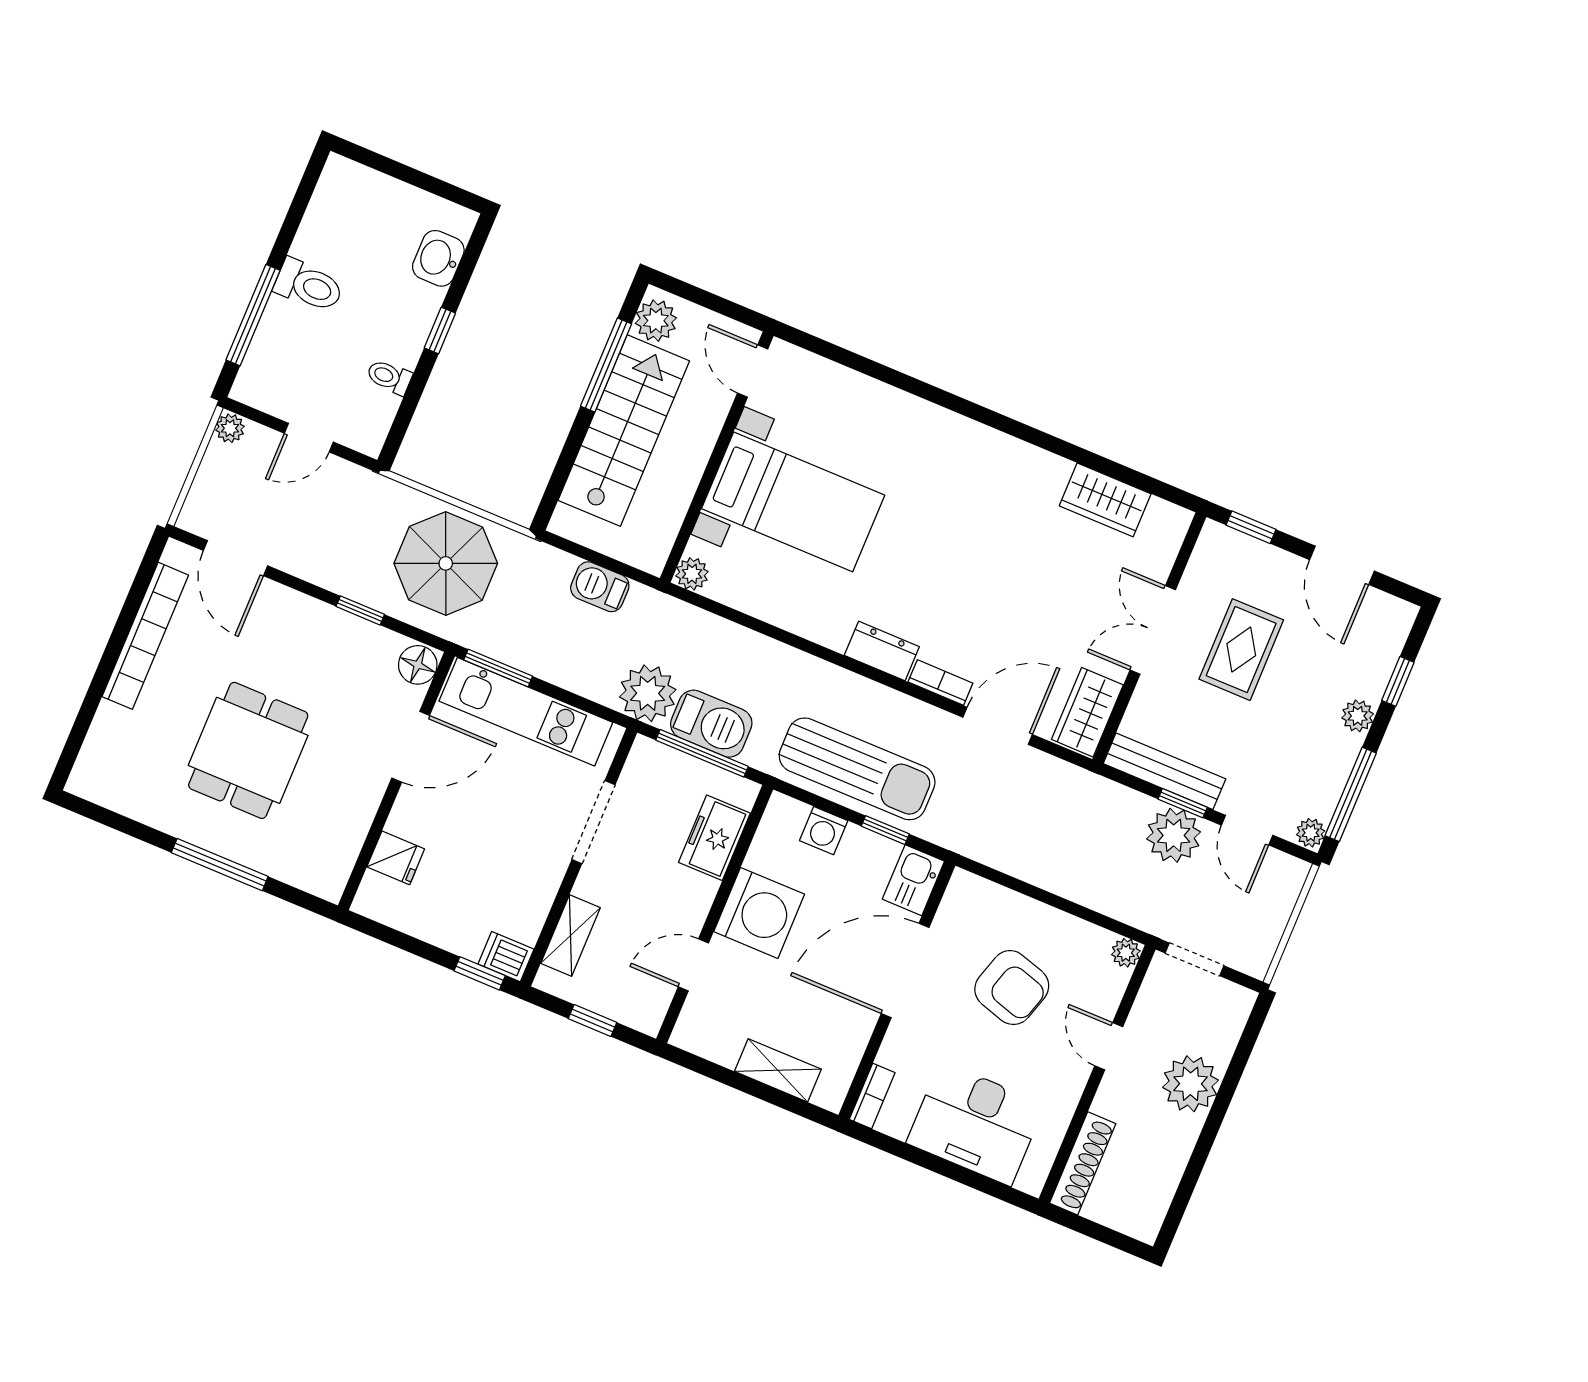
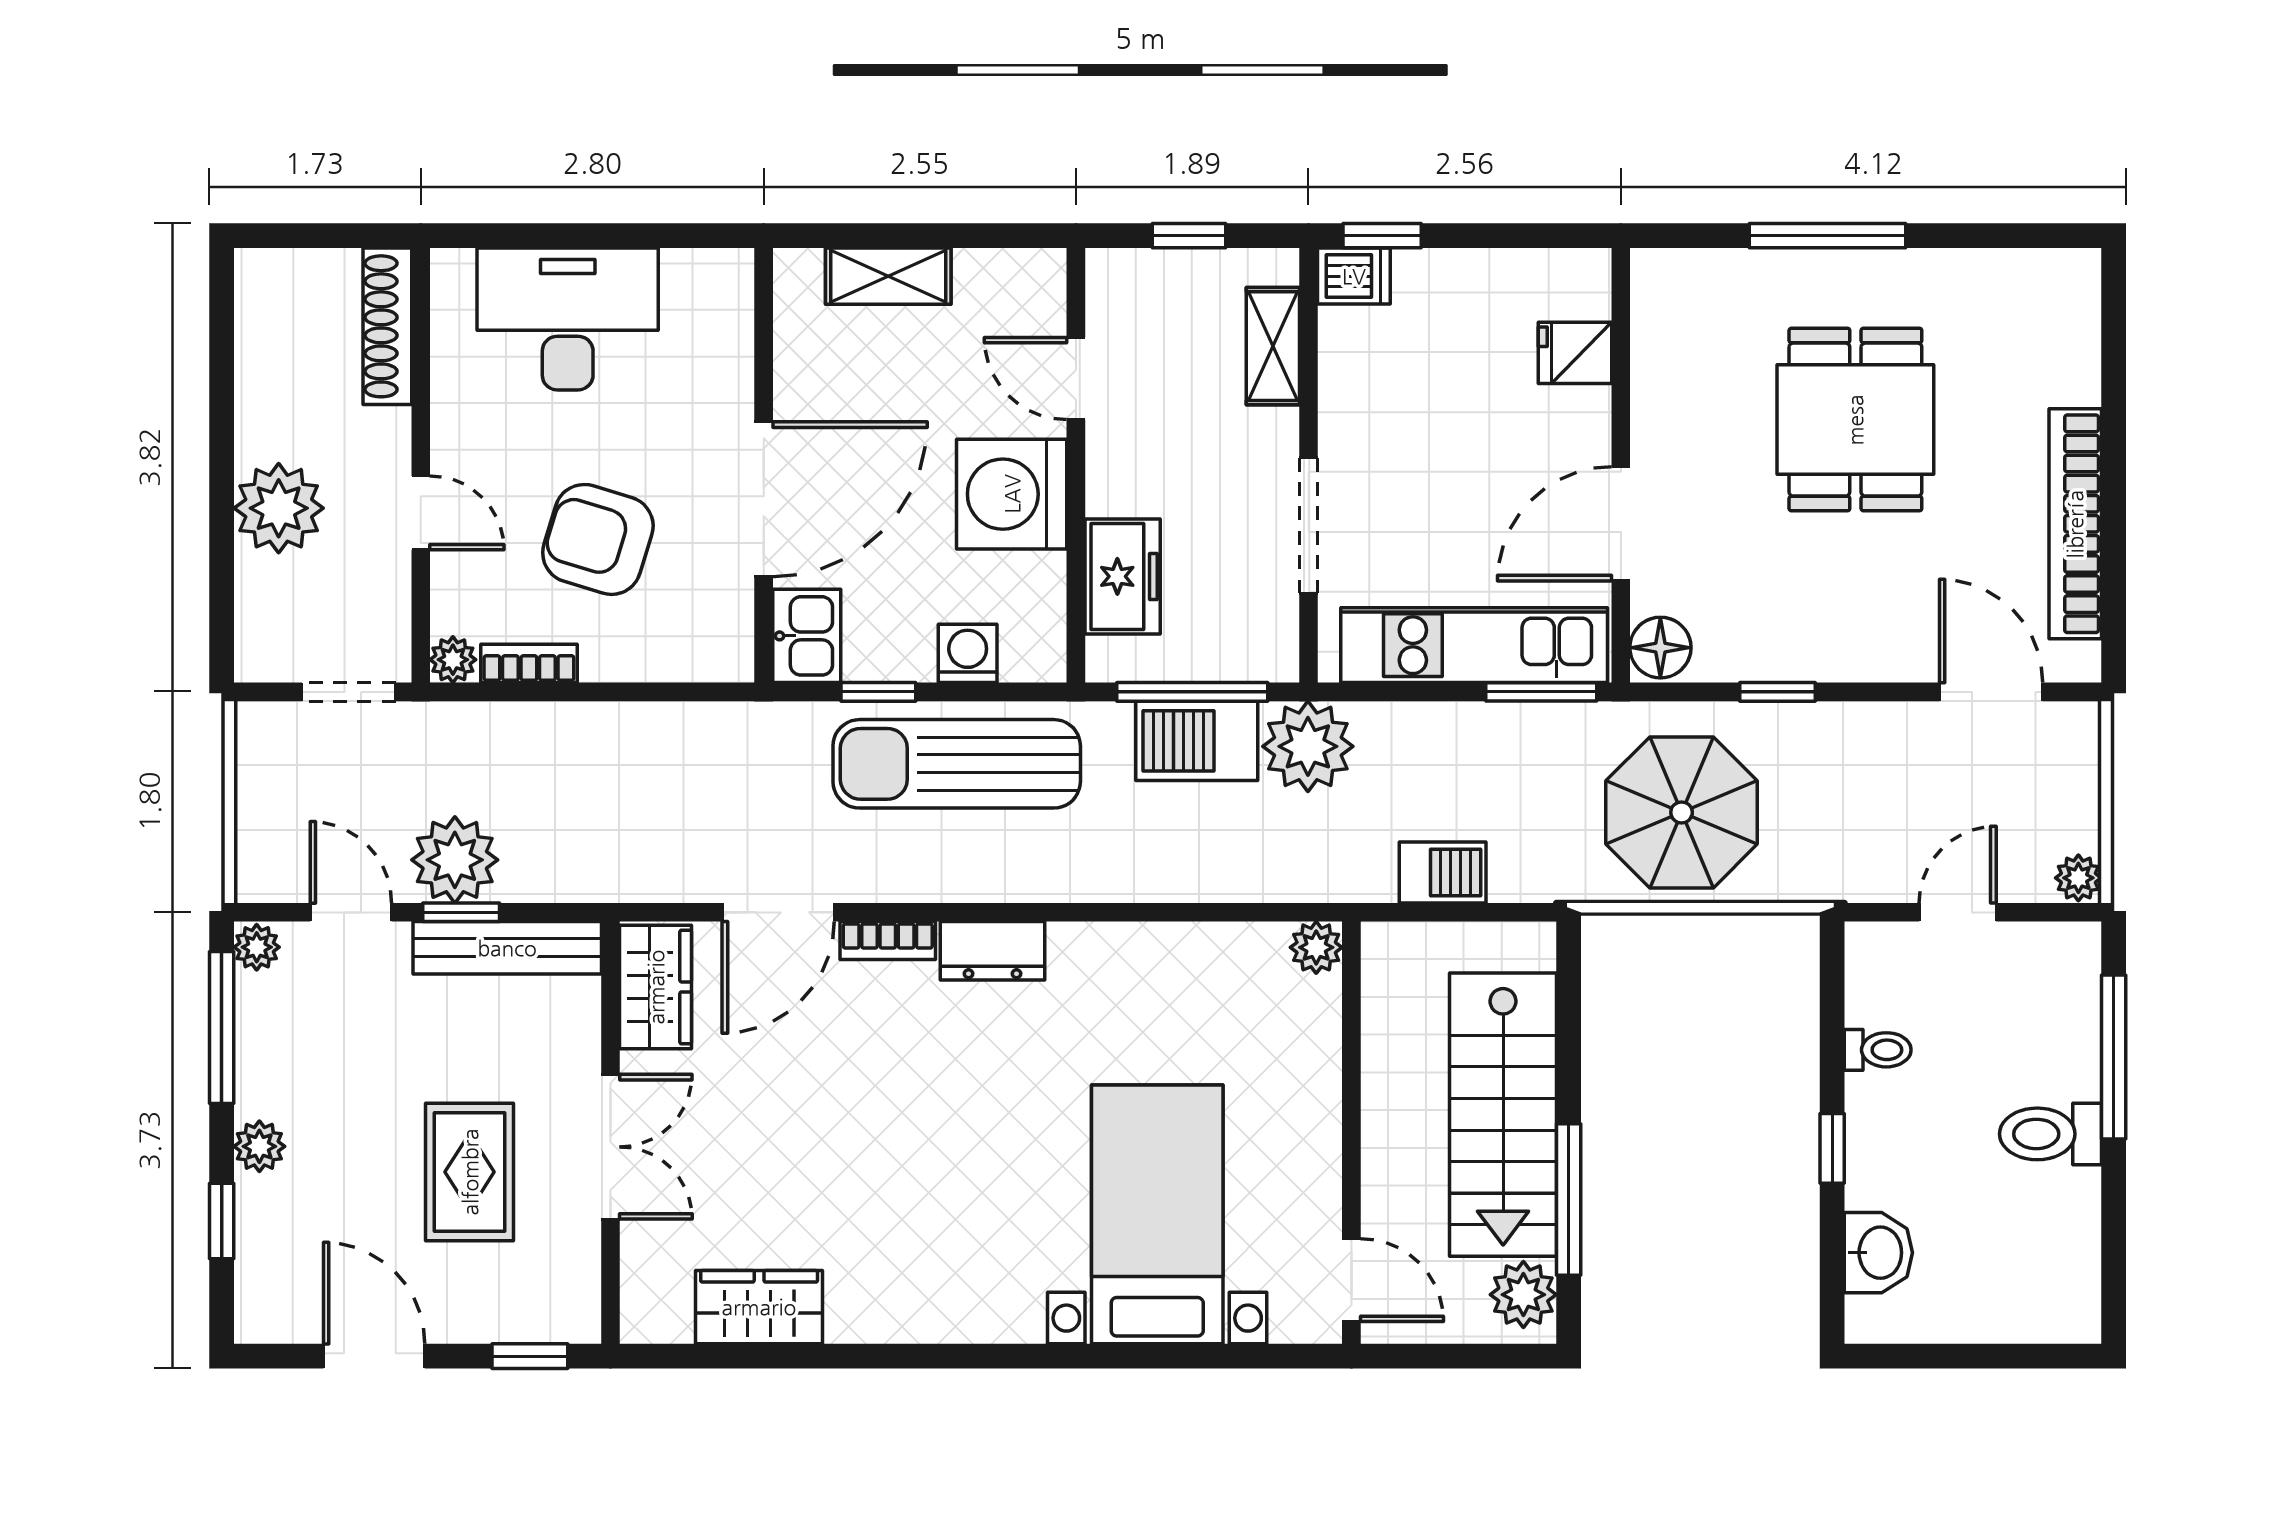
bed with nightstands: (793, 502) -> (1157, 1214), moved, turned 90
door: (693, 965) -> (1076, 378), swing flipped
bookcase: (872, 1096) -> (529, 663), moved, turned 90

